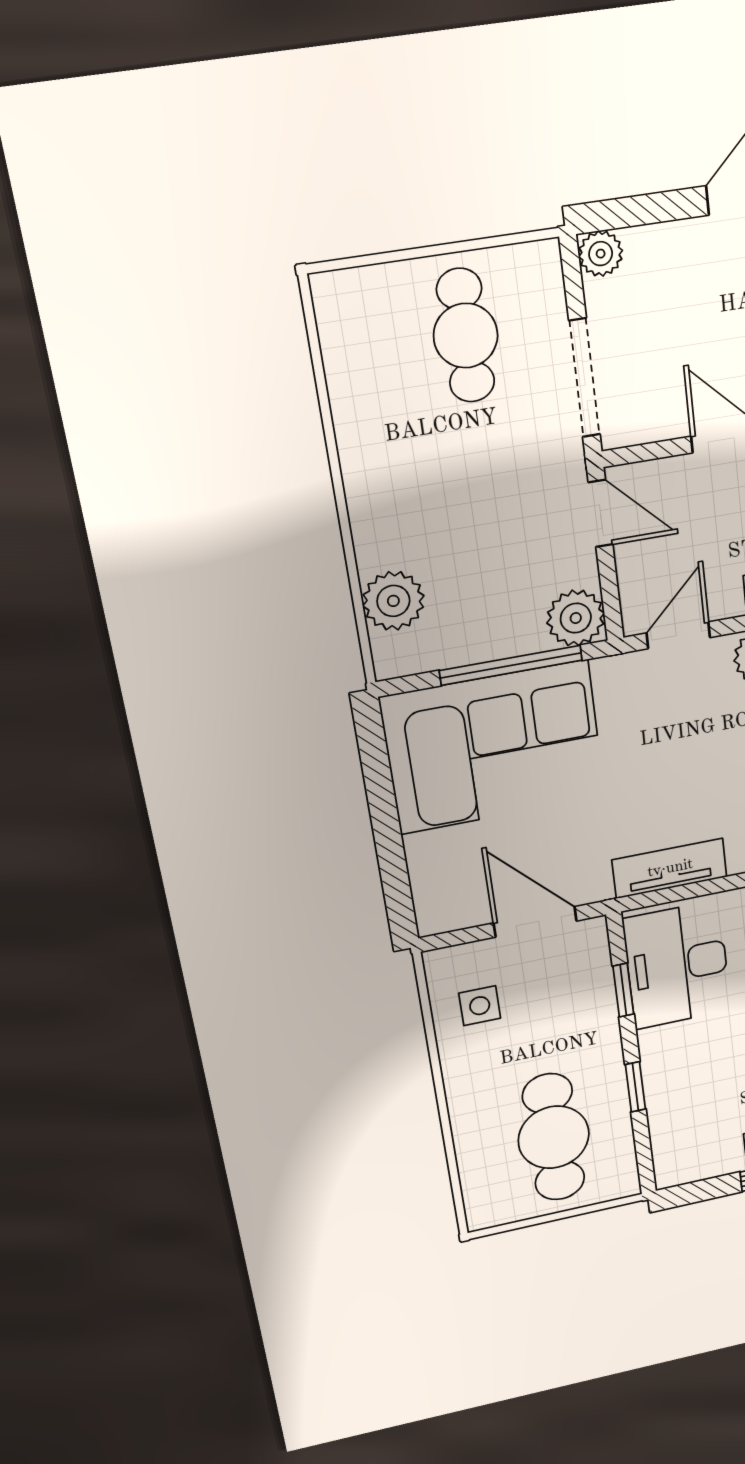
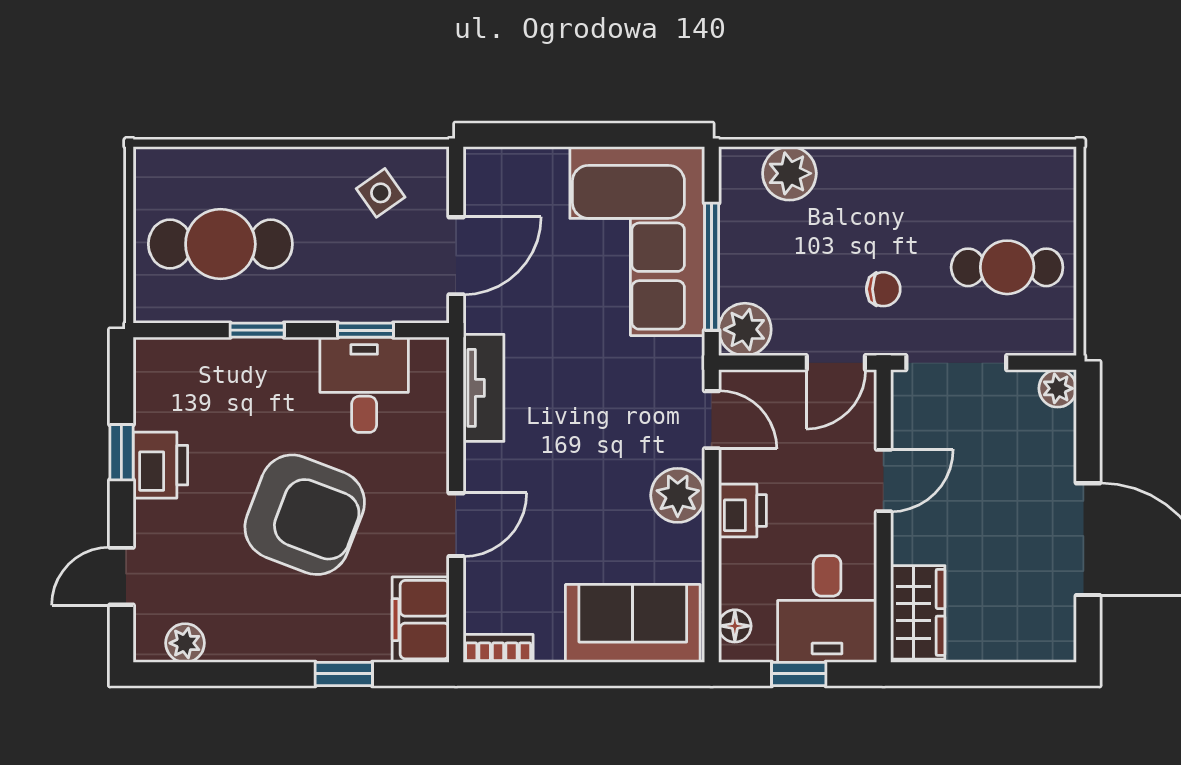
chair: (511, 475) -> (883, 289), added
desk: (677, 965) -> (364, 385), width x0.73
side table: (480, 1006) -> (381, 193), turned -35

